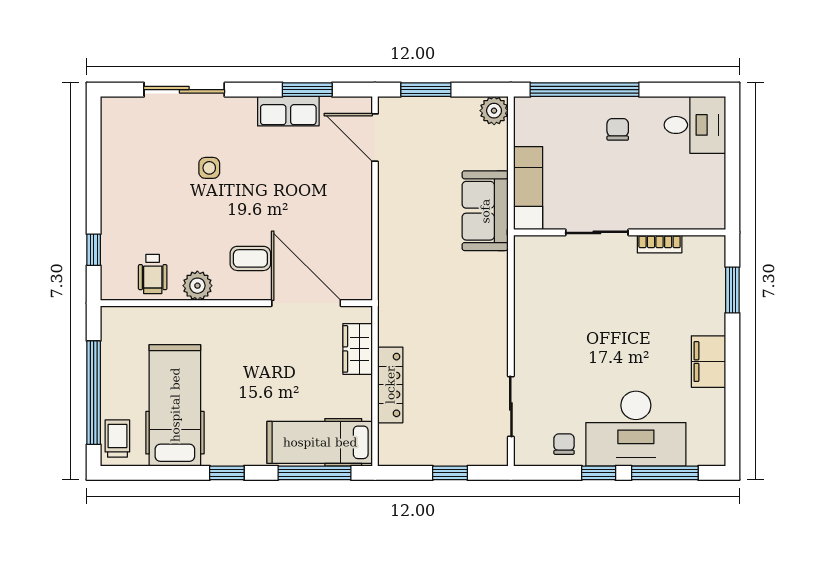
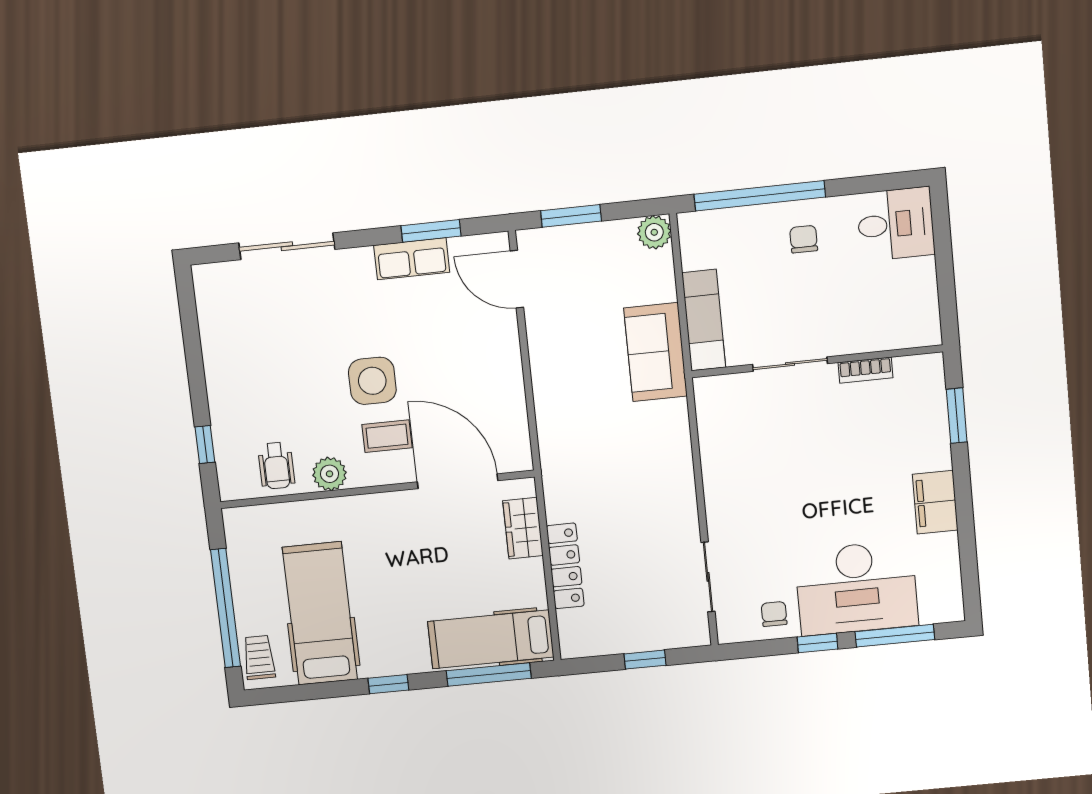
side table: (209, 168) -> (372, 381), moved, width x1.87, depth x1.87

